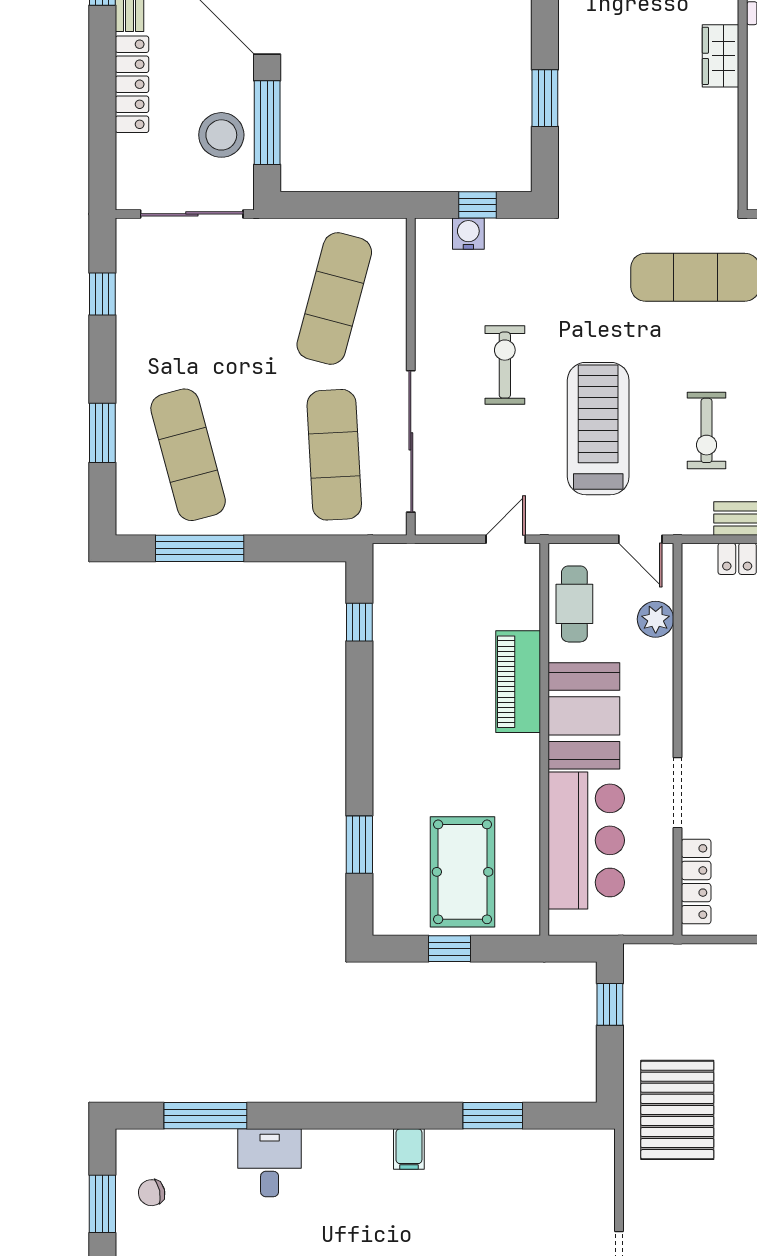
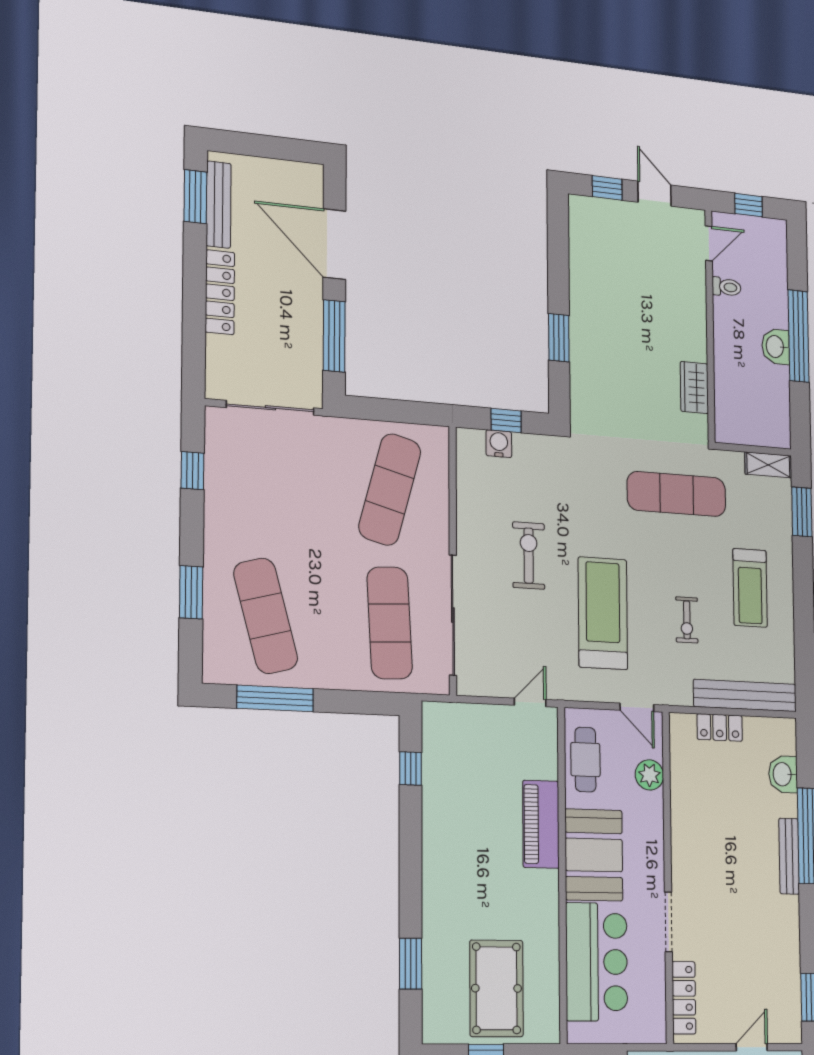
wardrobe: (721, 56) -> (694, 388), moved
stool: (221, 135) -> (296, 343), removed
exercise bike: (707, 430) -> (687, 620), width x0.73, depth x0.72

